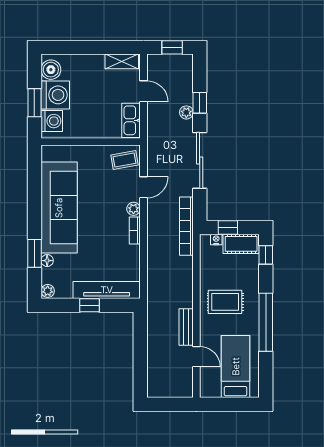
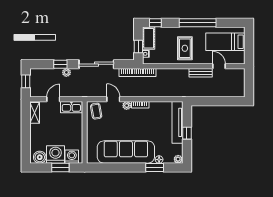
door: (196, 357) -> (219, 66), hinge flipped

